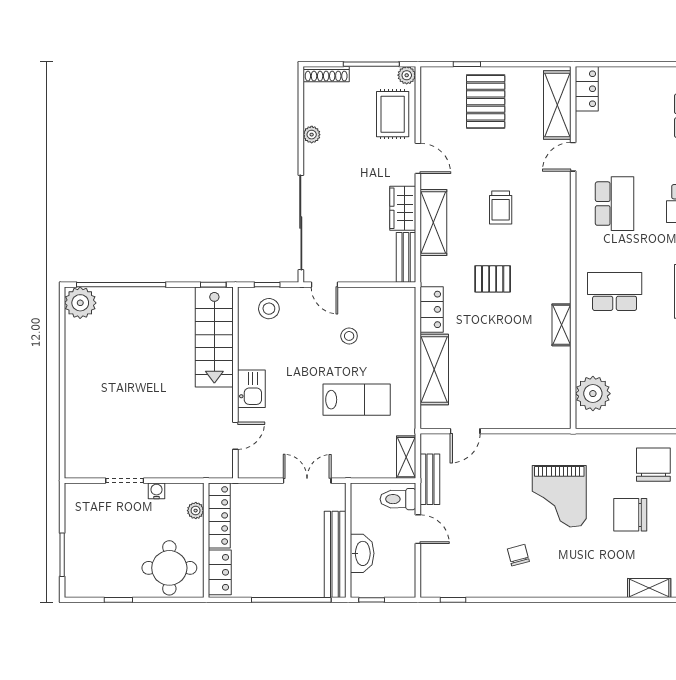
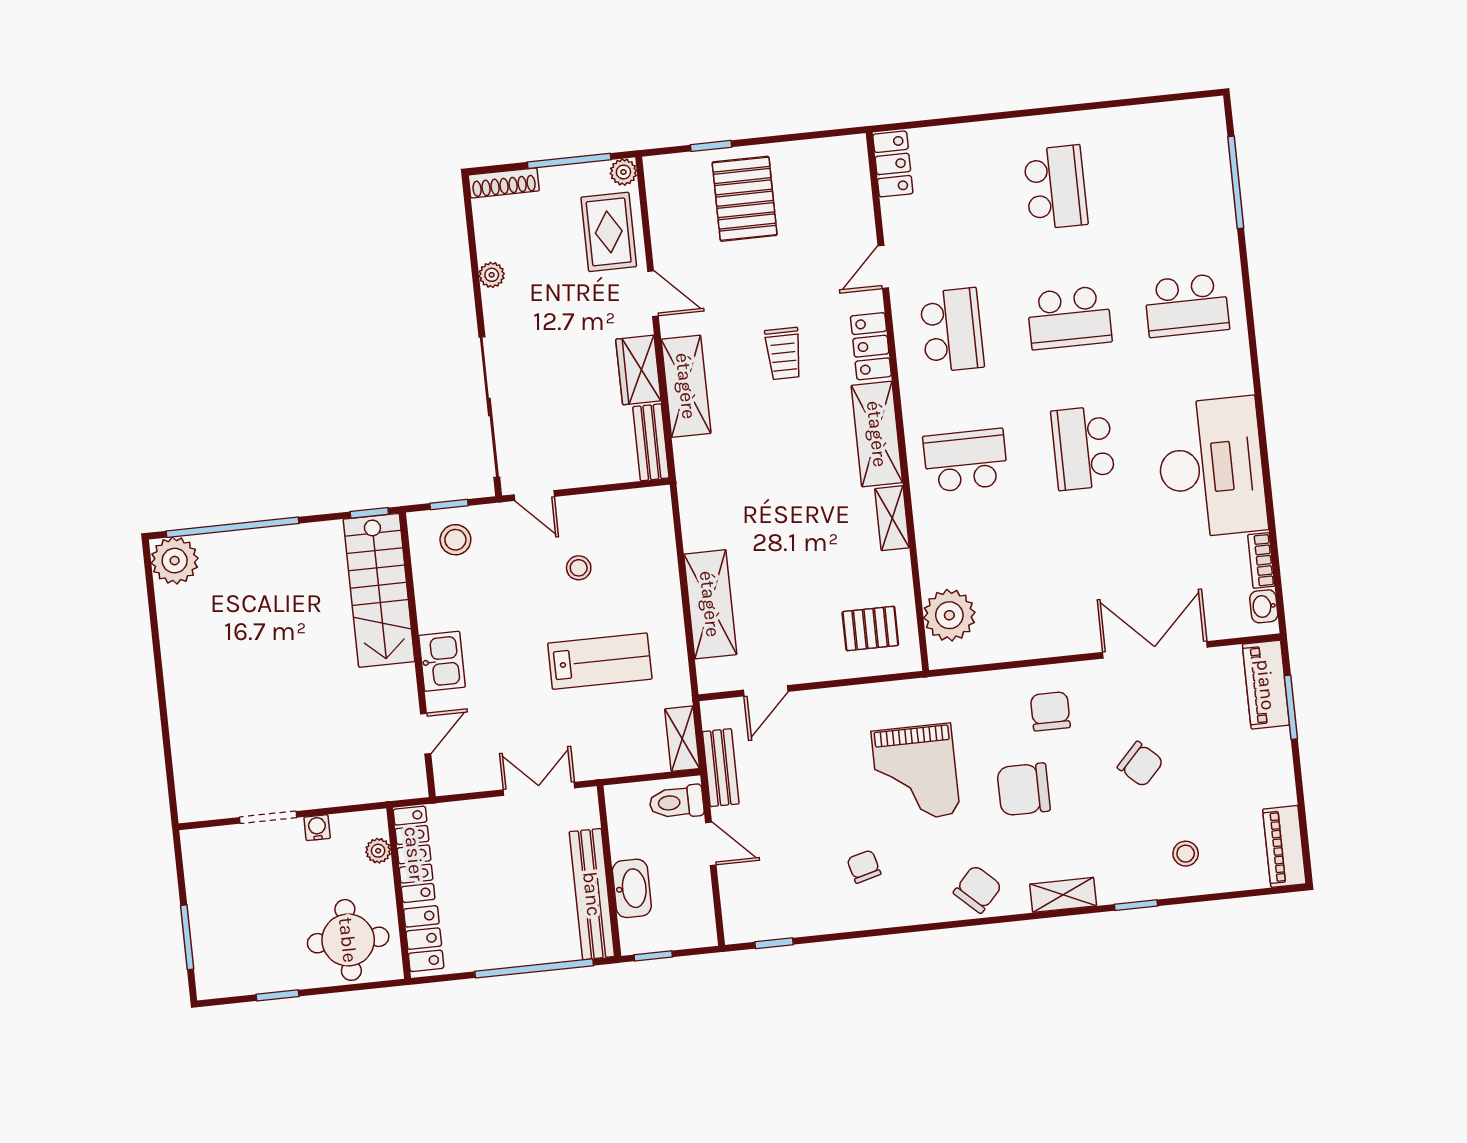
shelving: (557, 105) -> (877, 434), moved
pallet: (493, 279) -> (870, 628), moved
locker: (432, 309) -> (871, 346), moved, turned 180
chair: (653, 465) -> (1050, 711), width x0.73, depth x0.73
chair: (593, 578) -> (978, 889), added

